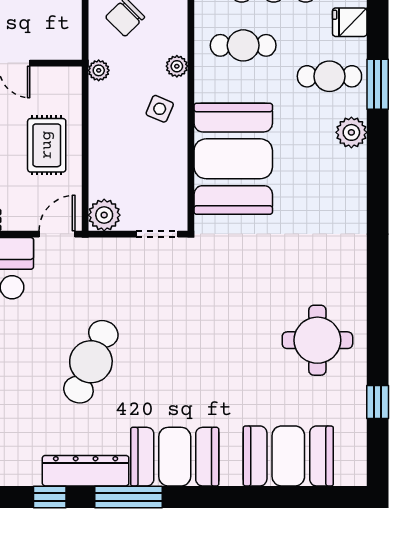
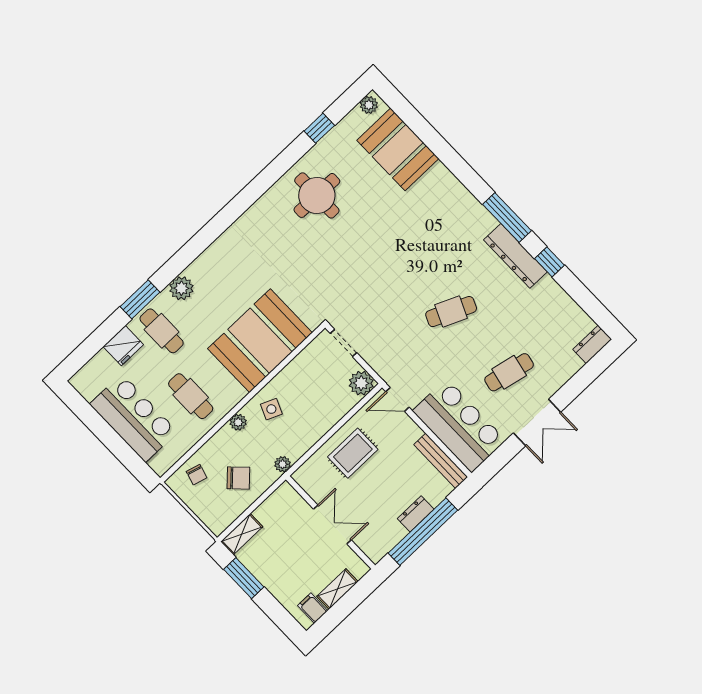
fridge: (350, 22) -> (123, 346), width x1.38
cafe table: (91, 362) -> (451, 312), width x0.73, depth x0.74
booth: (175, 457) -> (459, 213), removed
plant: (355, 469) -> (369, 105), added

